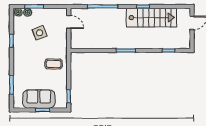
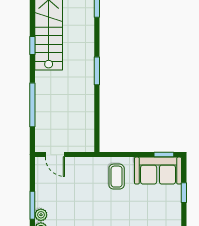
door: (69, 22) -> (55, 155), swing flipped
side table: (40, 33) -> (71, 197), removed
sofa: (39, 99) -> (158, 171), moved, turned -90

